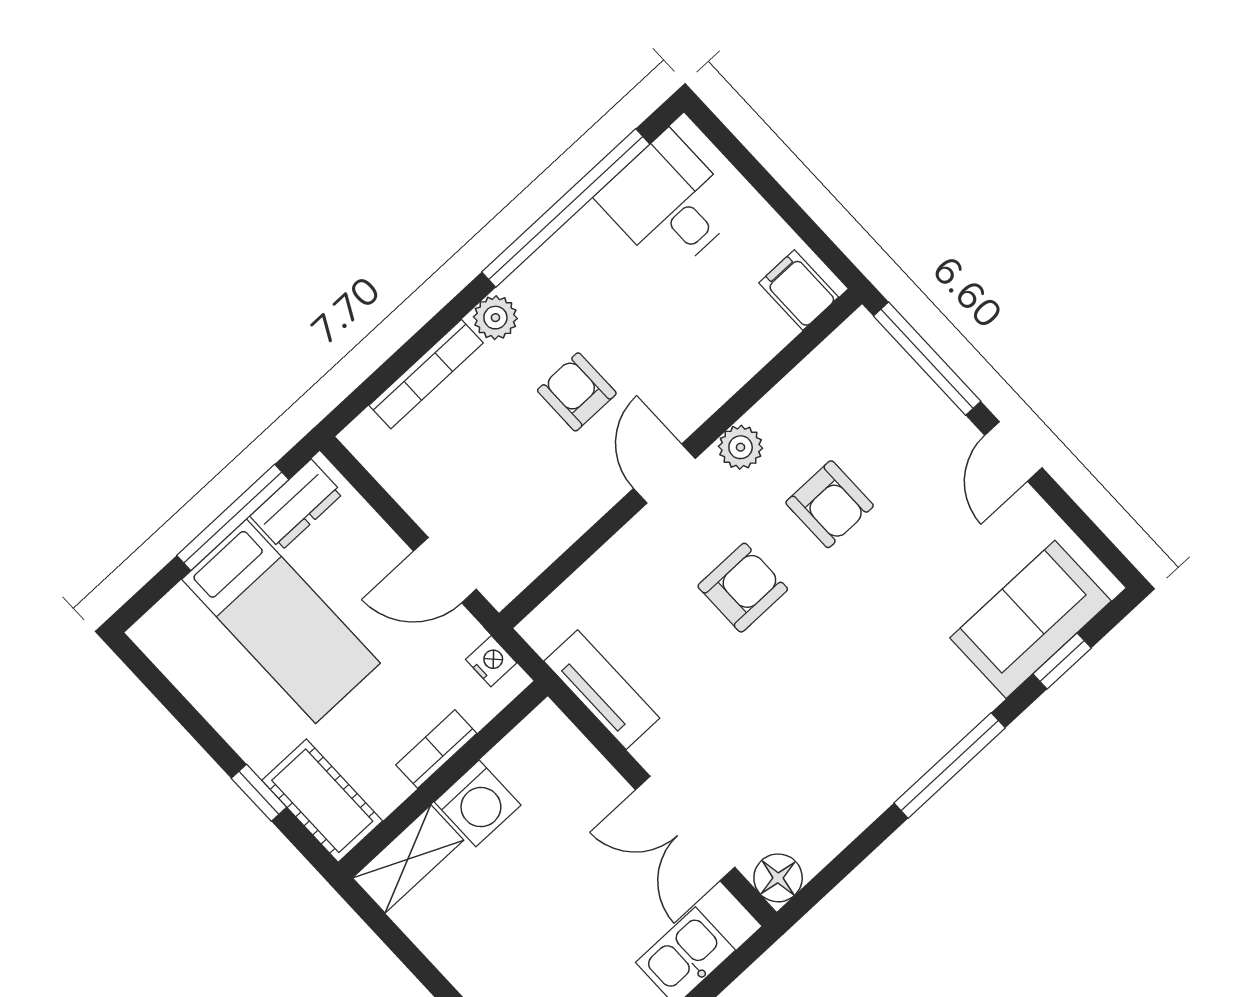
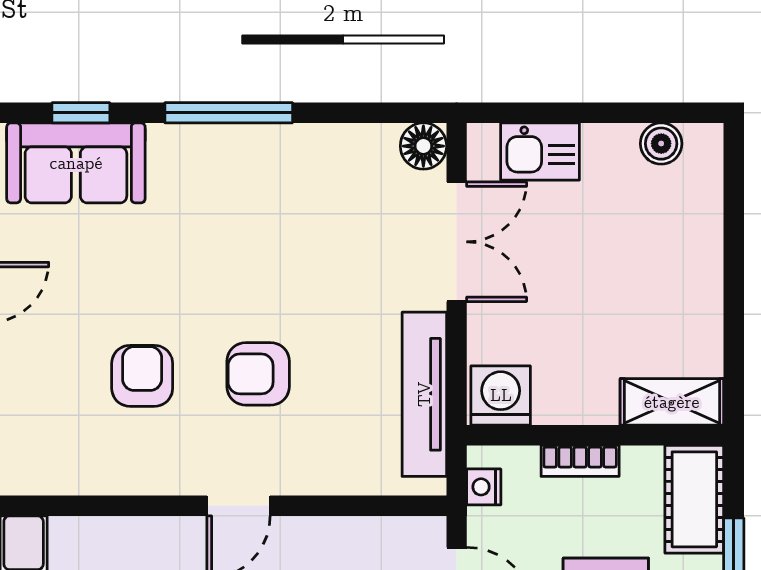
plant: (741, 447) -> (168, 474), removed
tv unit: (602, 690) -> (424, 394), width x1.41
washing machine: (478, 803) -> (501, 395), moved

